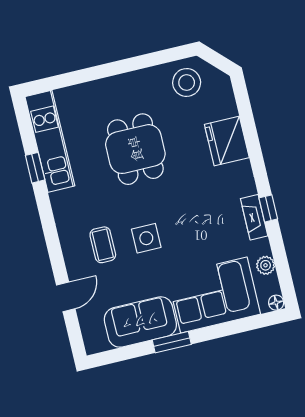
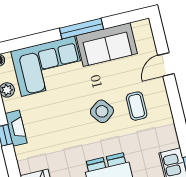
side table: (146, 238) -> (102, 111), turned -37
window: (172, 342) -> (81, 29), width x1.44

